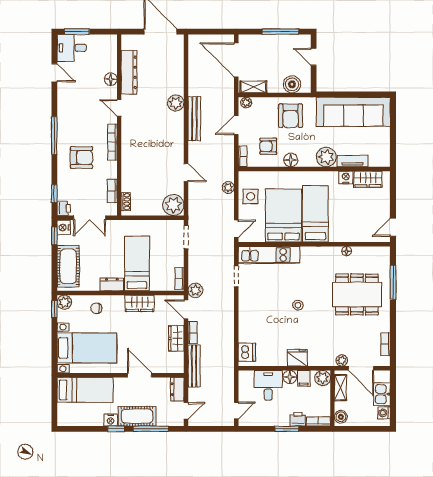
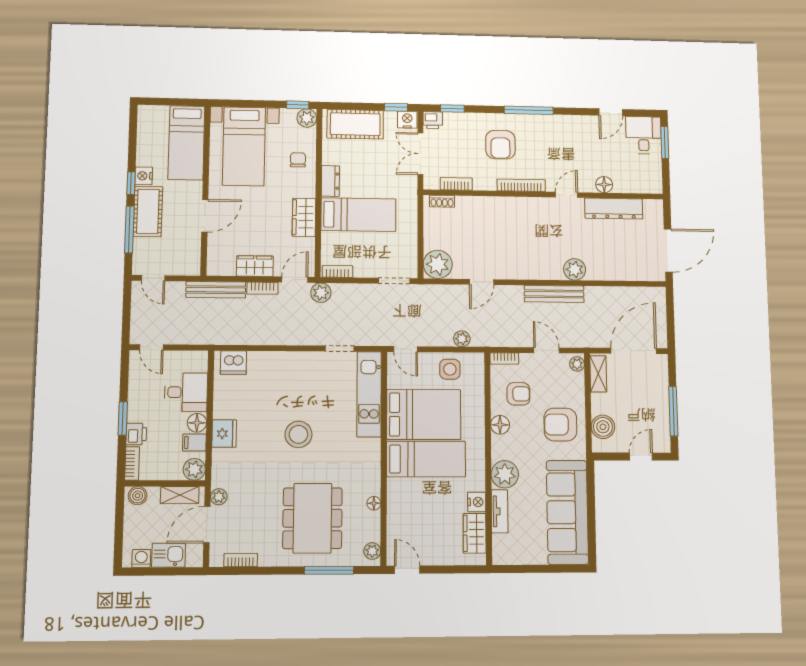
armchair: (268, 146) -> (518, 394), turned 90
plant: (380, 252) -> (372, 551), added
stool: (298, 305) -> (298, 434), width x1.89, depth x1.89
dresser: (177, 389) -> (184, 266), removed

